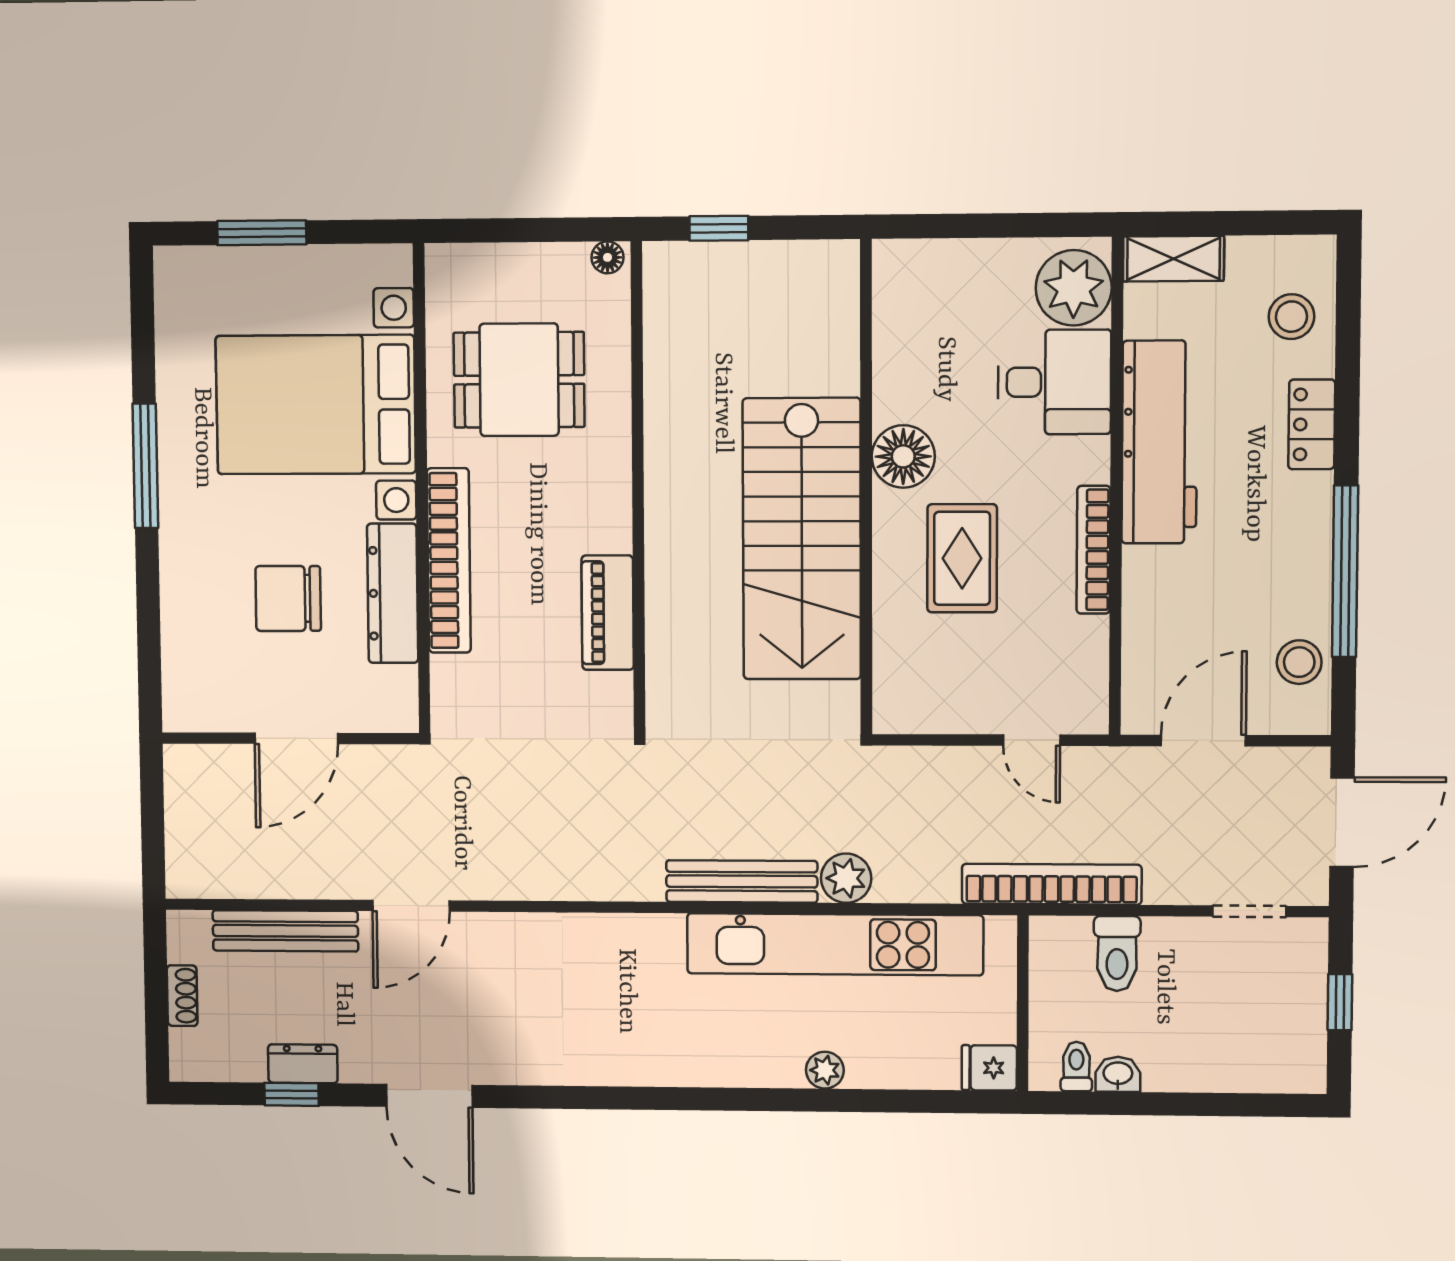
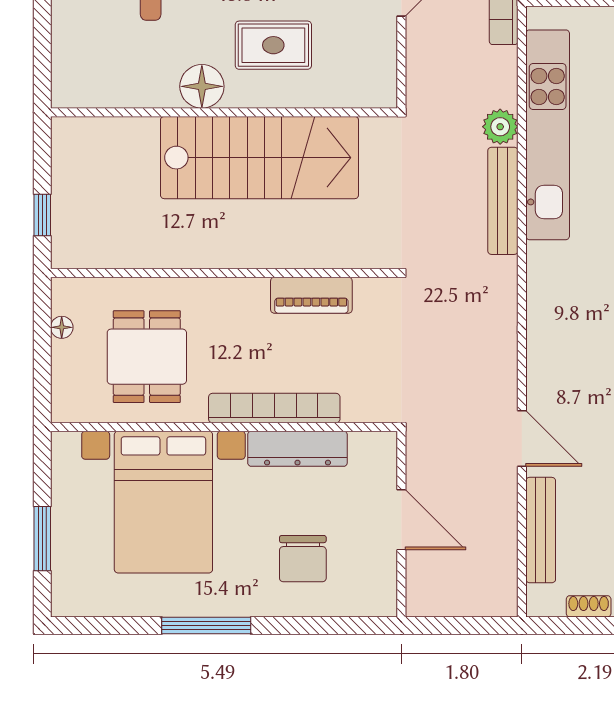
floor lamp: (607, 257) -> (62, 327), moved
chair: (288, 598) -> (303, 559), moved

